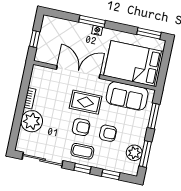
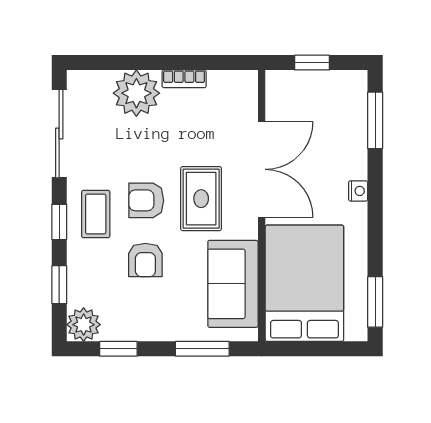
window: (92, 21) -> (375, 120), moved
armchair: (81, 127) -> (146, 200), turned 90
plant: (134, 153) -> (84, 325), moved
window: (145, 154) -> (118, 349), width x0.67

